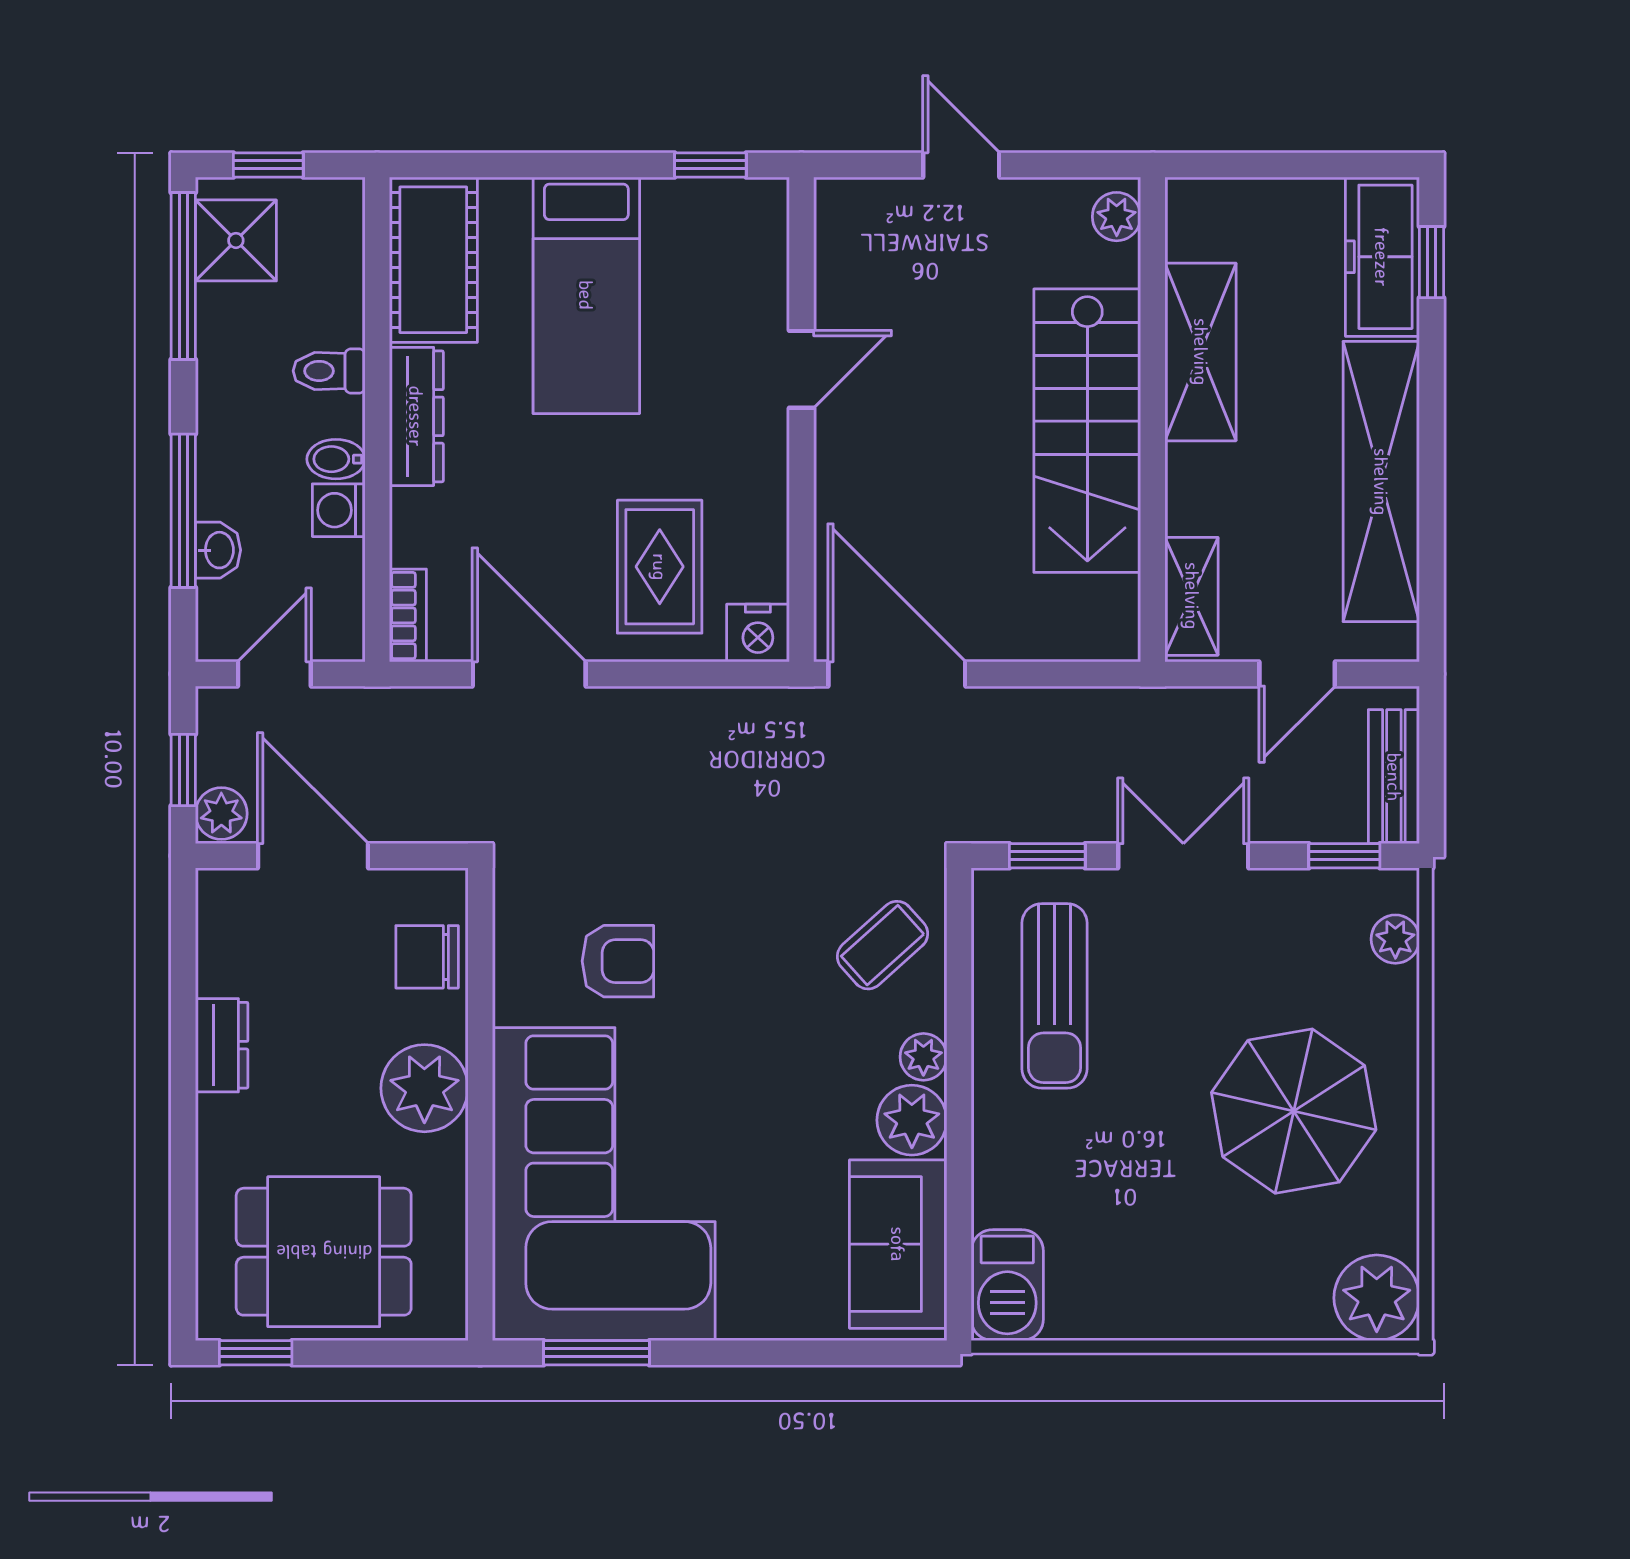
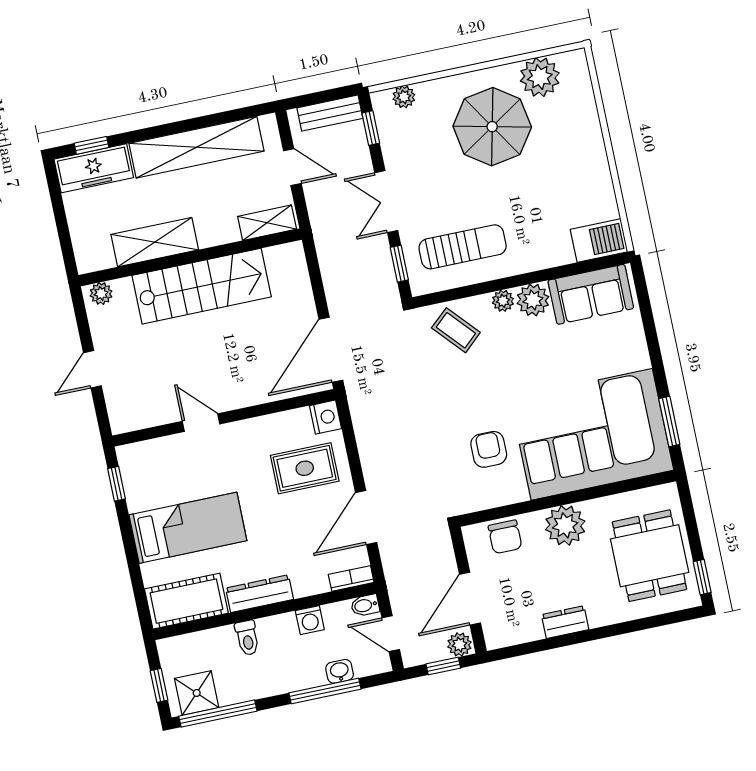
bidet: (336, 459) -> (365, 605), moved, turned 90
plant: (1377, 1298) -> (540, 77), moved

